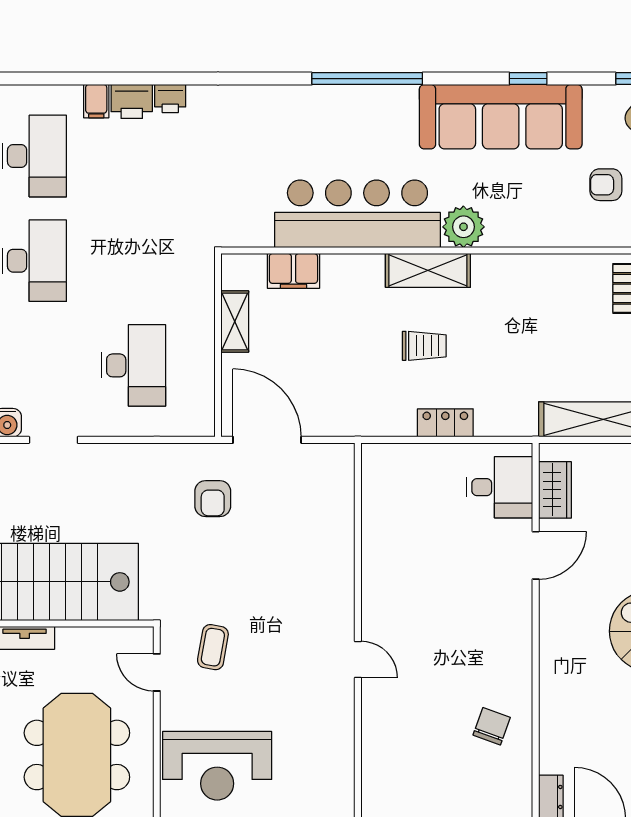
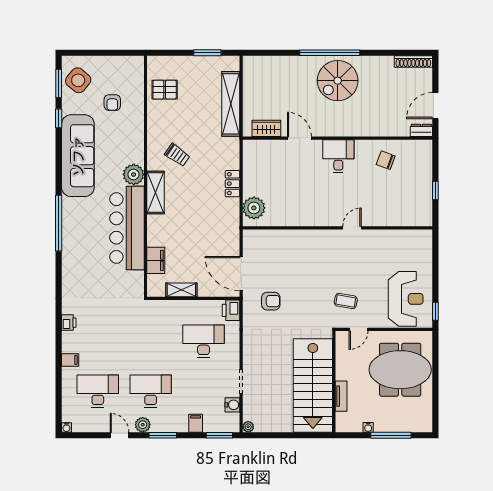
window: (528, 79) -> (59, 118), moved
printer: (132, 101) -> (231, 310), moved, turned 180
trolley: (424, 346) -> (177, 155), moved, turned 125
door: (267, 440) -> (241, 274), hinge flipped
plant: (397, 465) -> (254, 208), added
desk: (500, 487) -> (338, 156), moved

